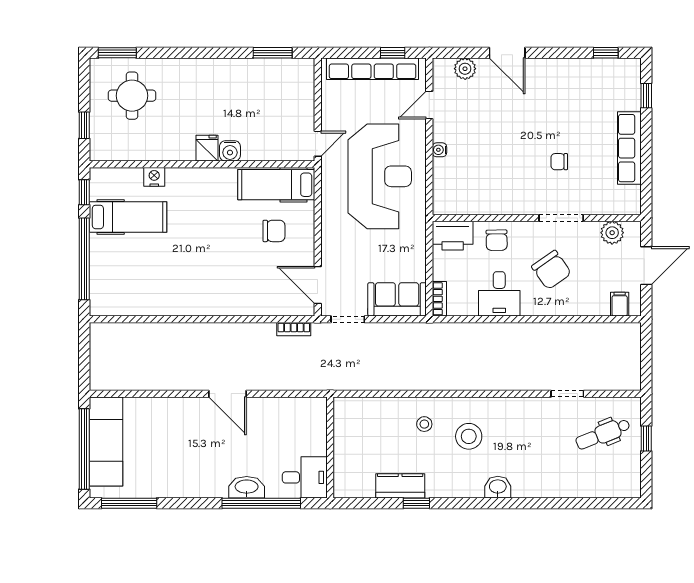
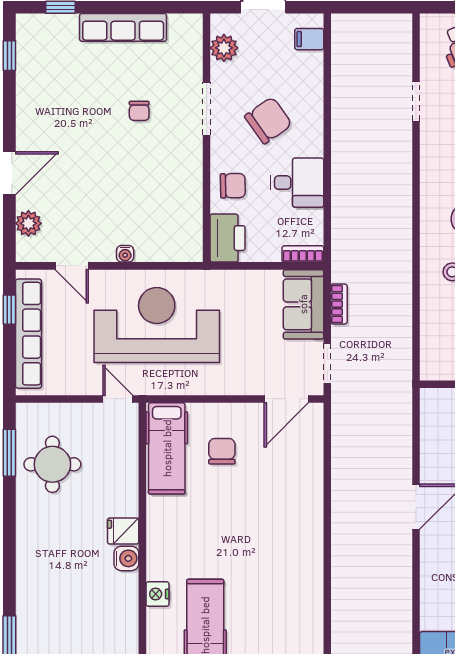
round table: (132, 96) -> (52, 464), moved
water cooler: (230, 151) -> (126, 558), moved
bookcase: (294, 329) -> (339, 304), moved

